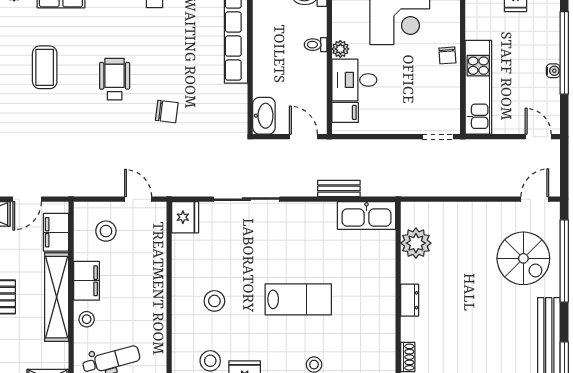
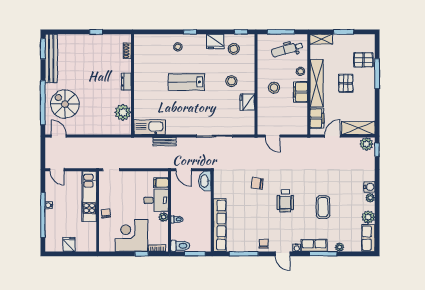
door: (535, 199) -> (59, 136), swing flipped
fridge: (185, 217) -> (247, 102), moved
stool: (106, 231) -> (274, 88), moved

